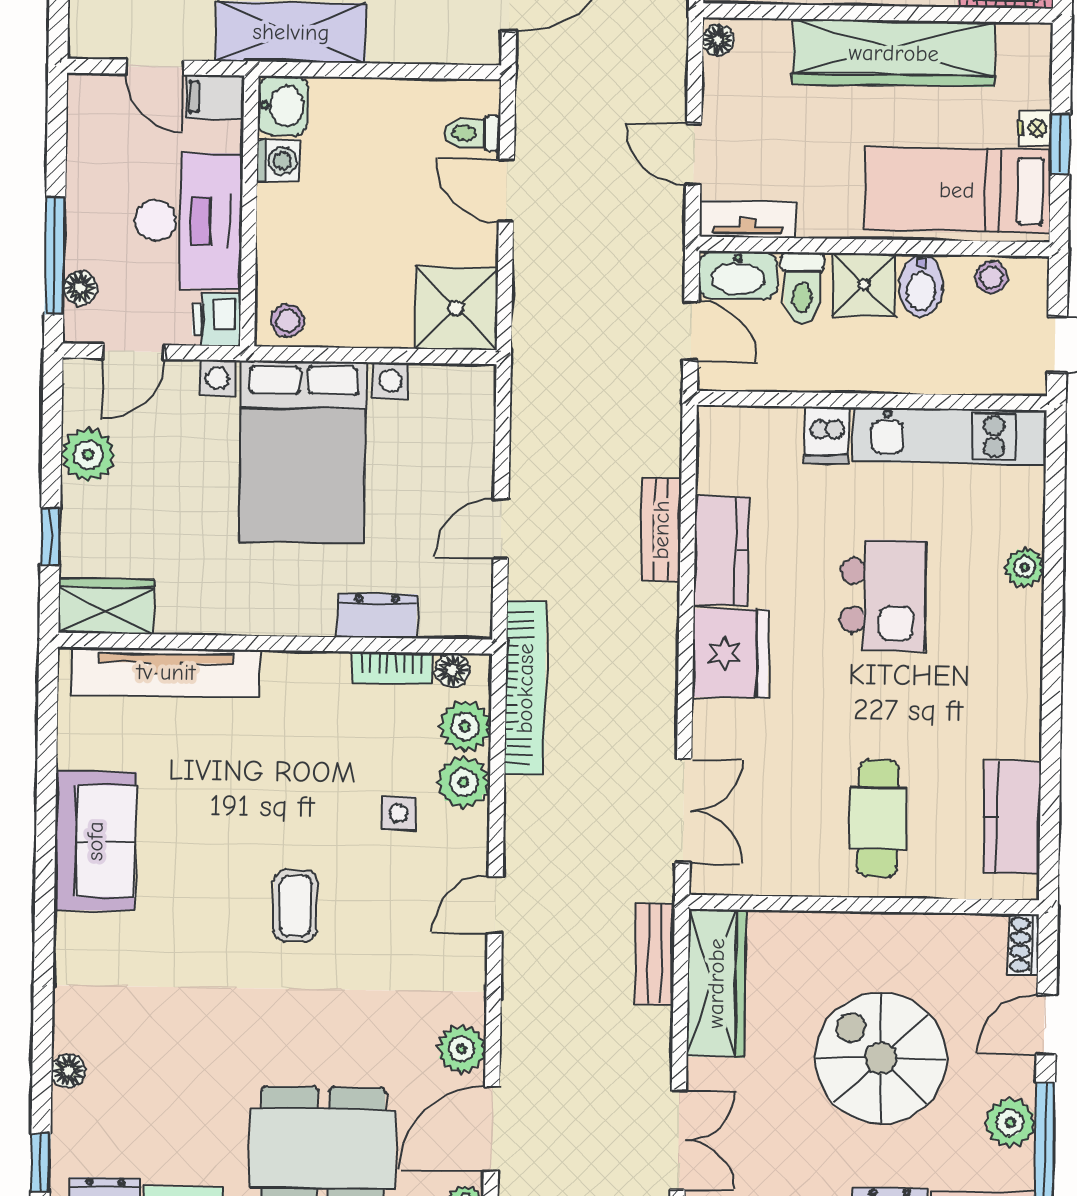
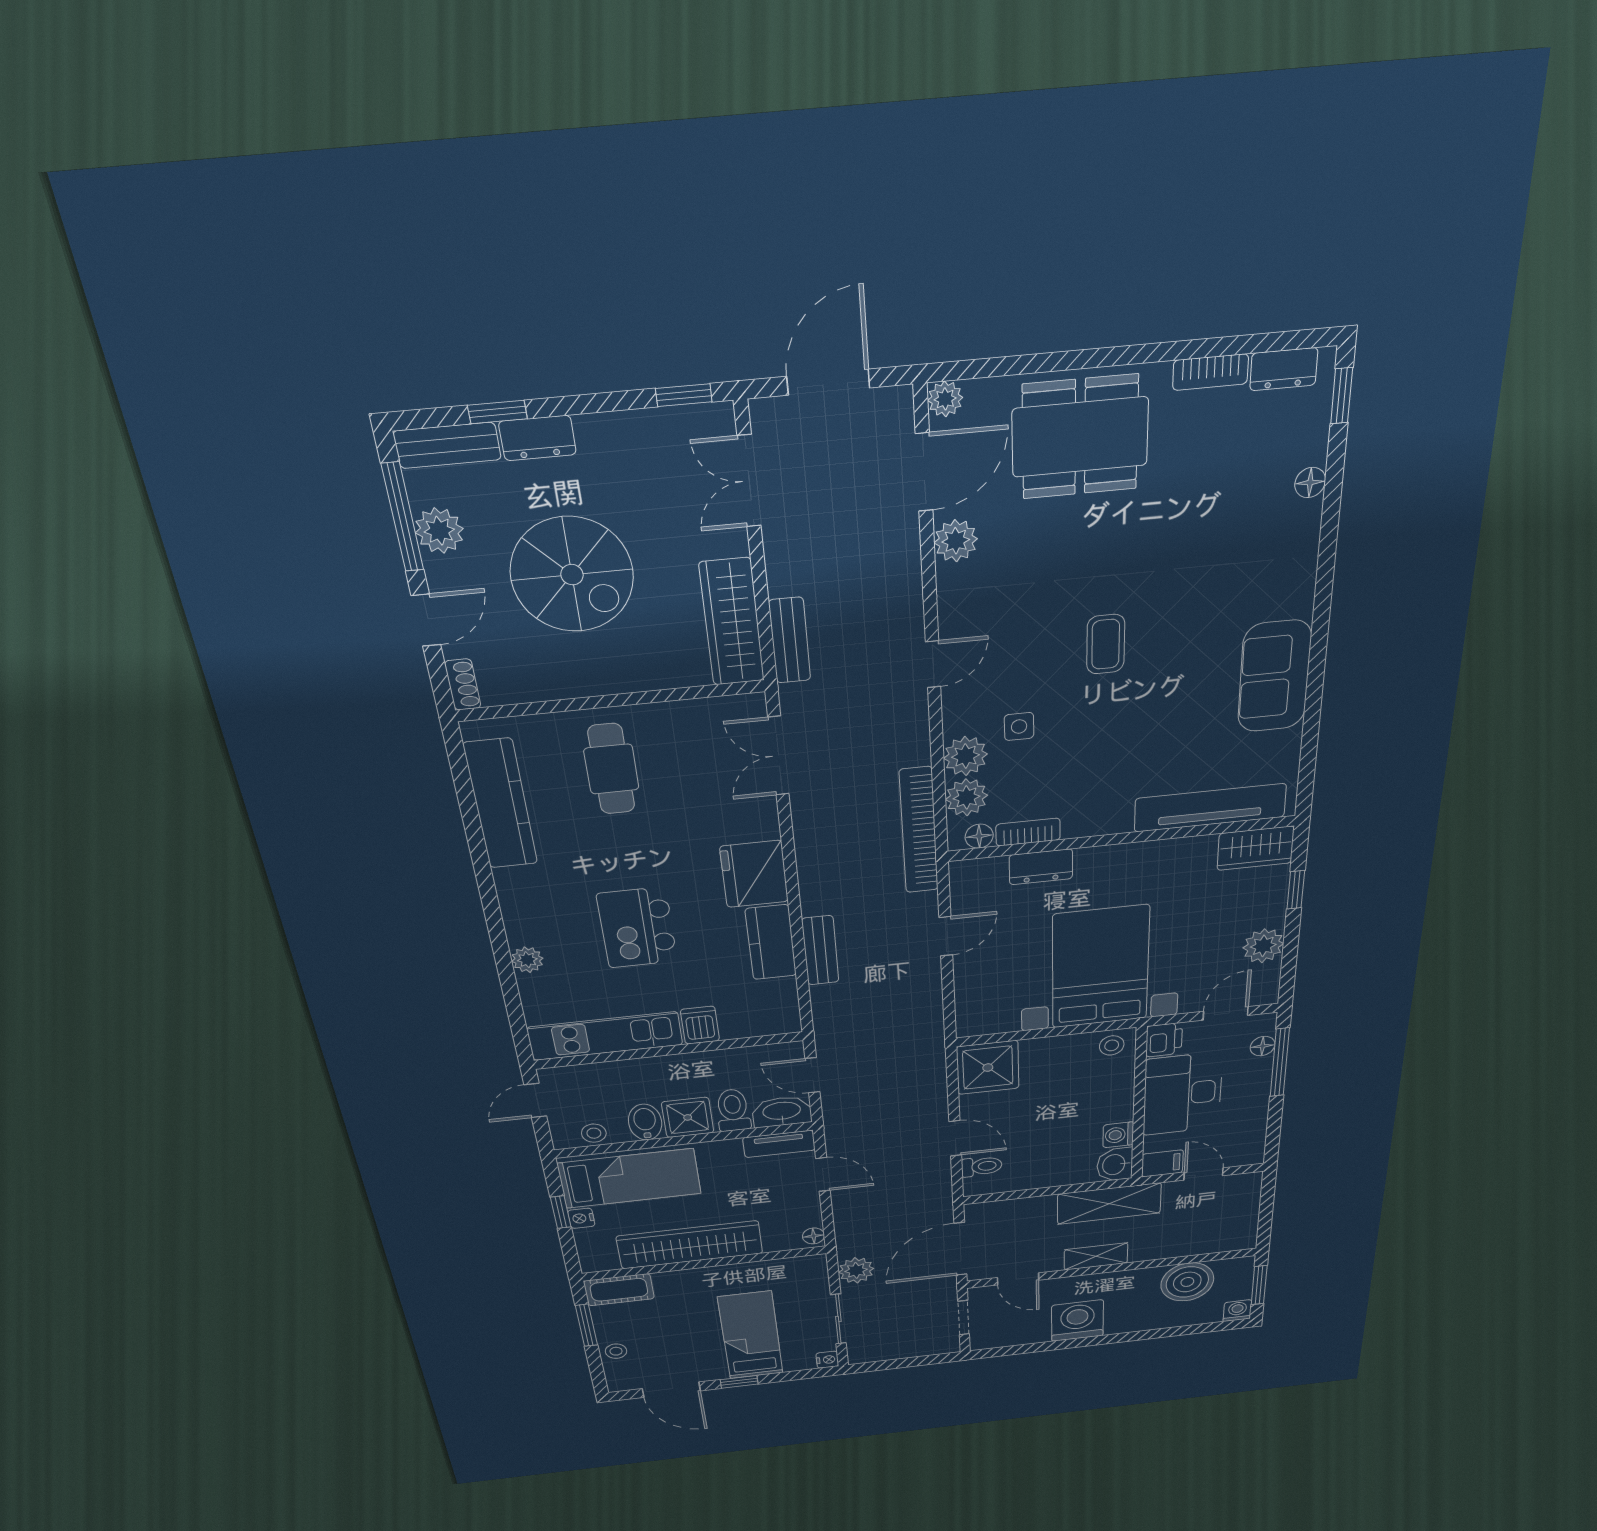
kitchen counter: (1012, 817) -> (501, 804), width x1.50

